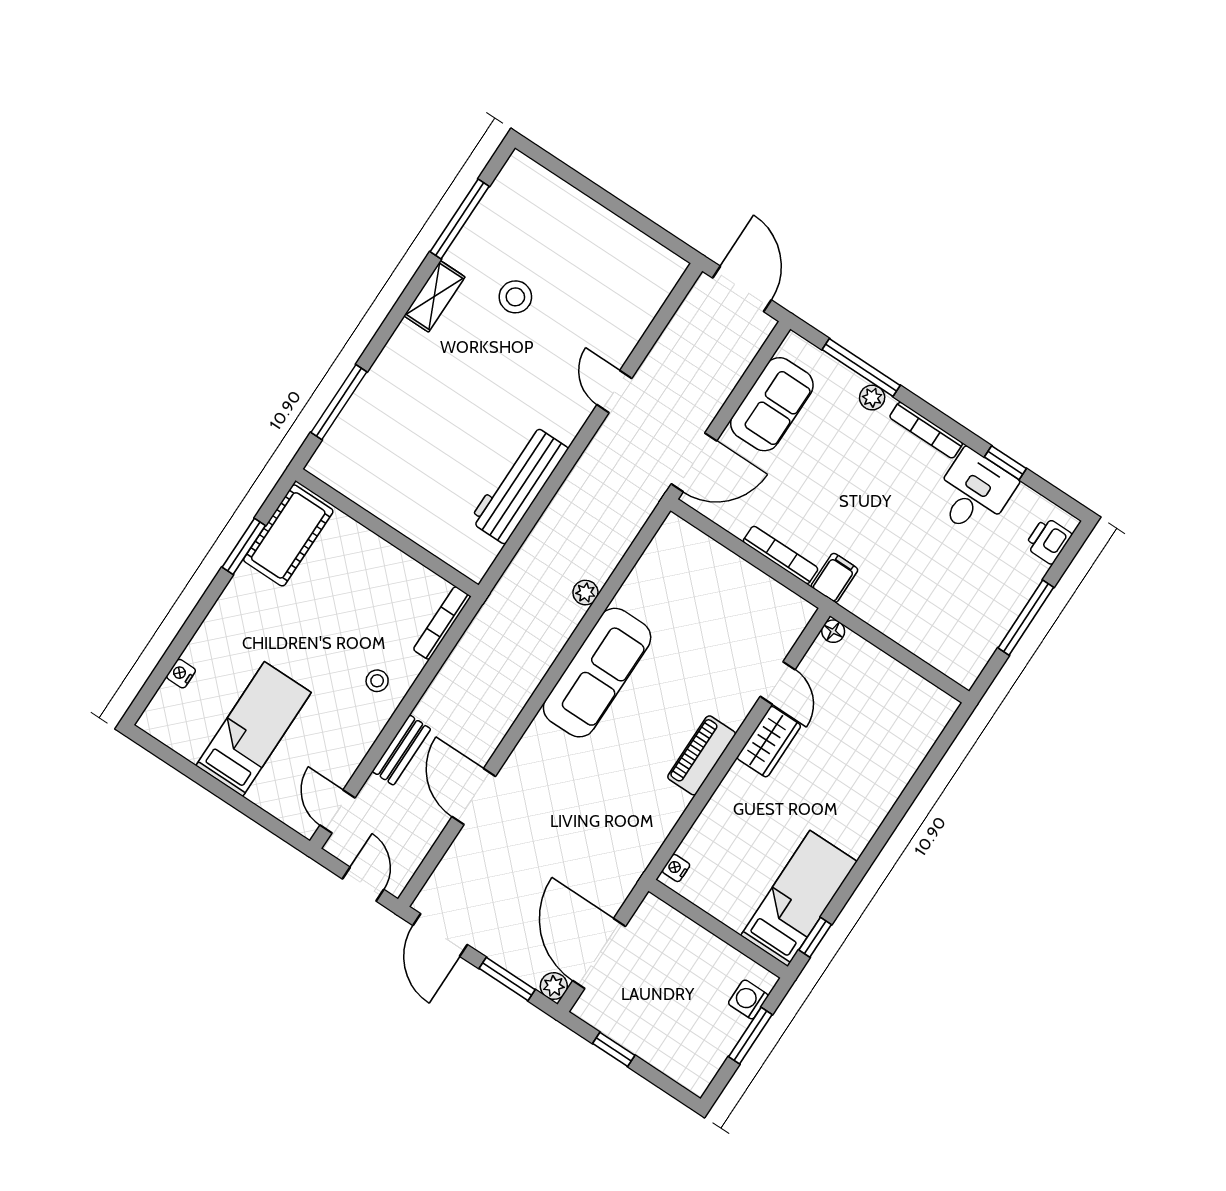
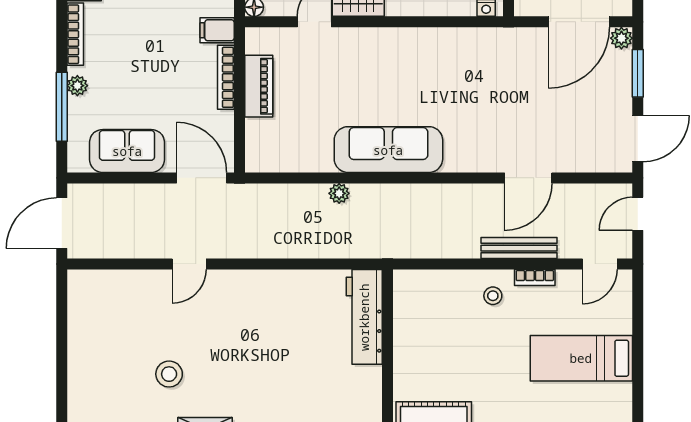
workbench: (519, 485) -> (364, 317), moved, turned 90
bookcase: (442, 623) -> (535, 277), moved, width x0.64
bench: (401, 750) -> (519, 248), width x1.36
piano: (702, 755) -> (259, 86), moved, turned -90

